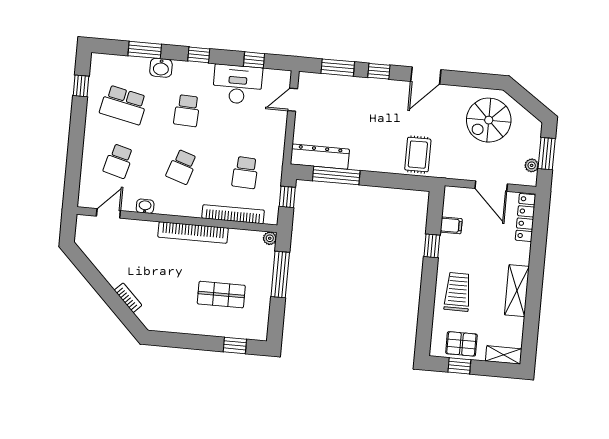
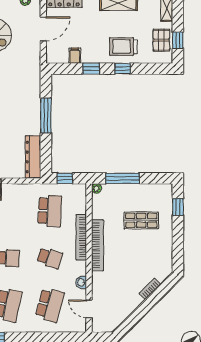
rug: (418, 155) -> (25, 85), removed
school desk: (119, 161) -> (50, 305), width x1.85
school desk: (245, 173) -> (50, 211), width x1.85
window: (336, 176) -> (46, 115), moved
bookcase: (233, 214) -> (81, 237), moved
window: (428, 288) -> (122, 69), added
shop shelf: (221, 295) -> (141, 220), turned 90

